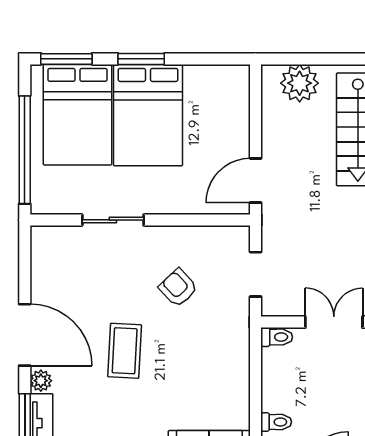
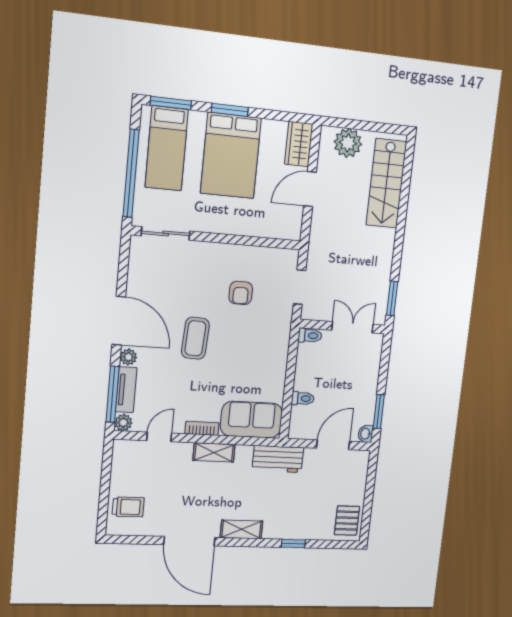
wardrobe: (234, 92) -> (299, 144), added
bed: (78, 115) -> (167, 148), width x0.67
door: (256, 181) -> (310, 189), moved
sliding door: (113, 220) -> (166, 233), moved
armchair: (178, 288) -> (241, 293), turned -137

